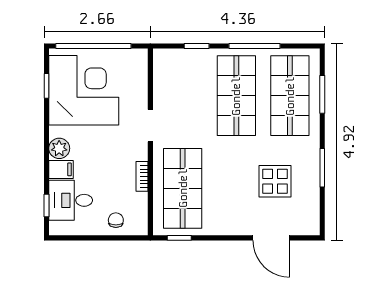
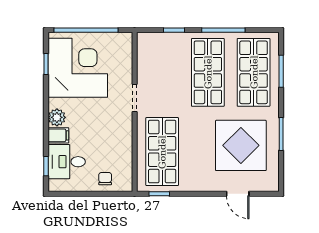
bookcase: (142, 176) -> (127, 141), removed
display table: (275, 181) -> (241, 145), width x1.86, depth x1.86
door: (271, 238) -> (238, 194), width x0.73

